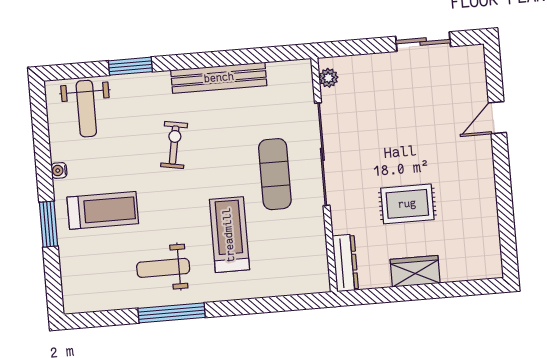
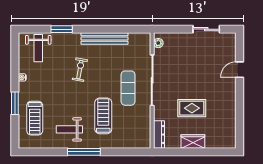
treadmill: (103, 210) -> (35, 118), moved, turned 90
window: (172, 313) -> (84, 152), moved

